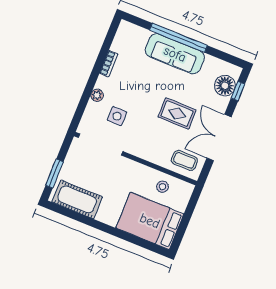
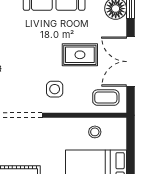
side table: (117, 116) -> (55, 89), moved

